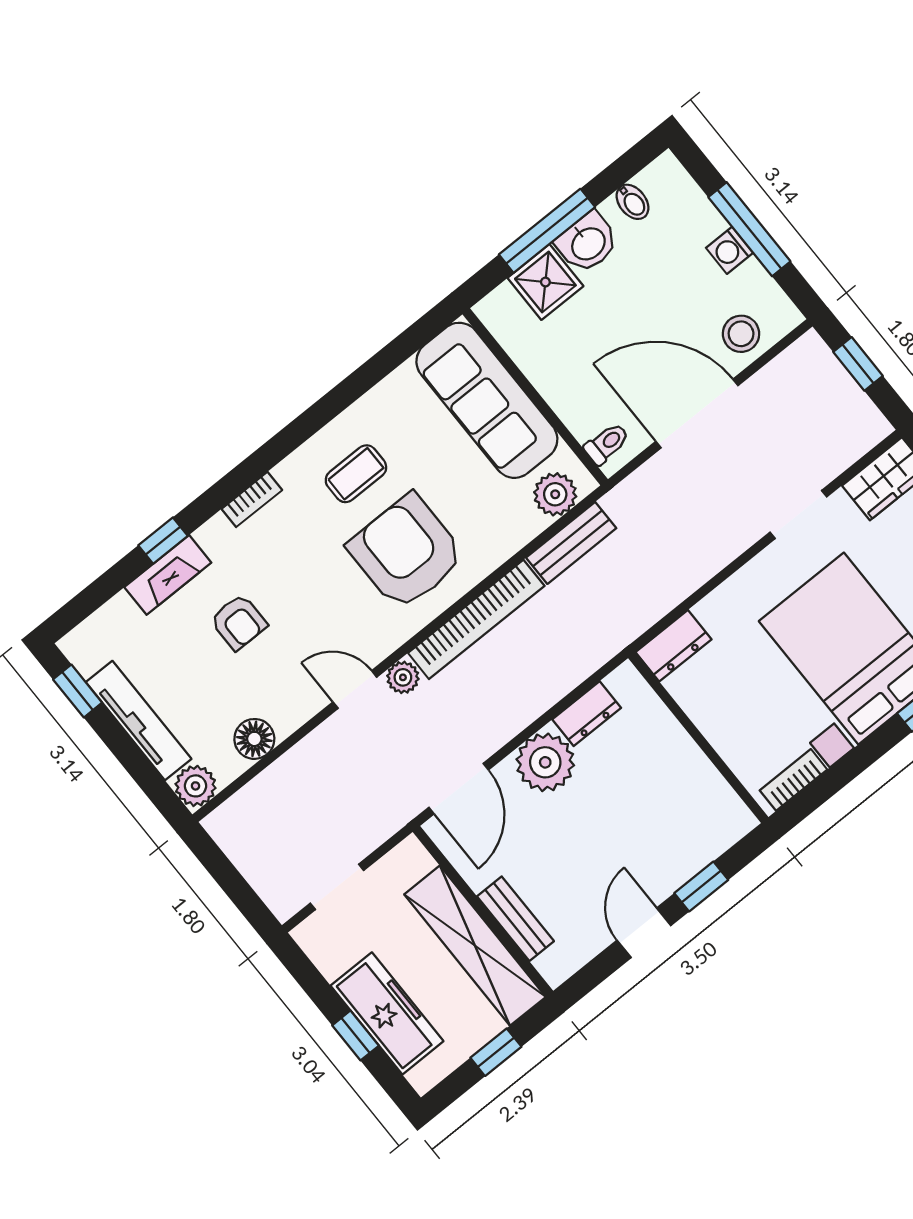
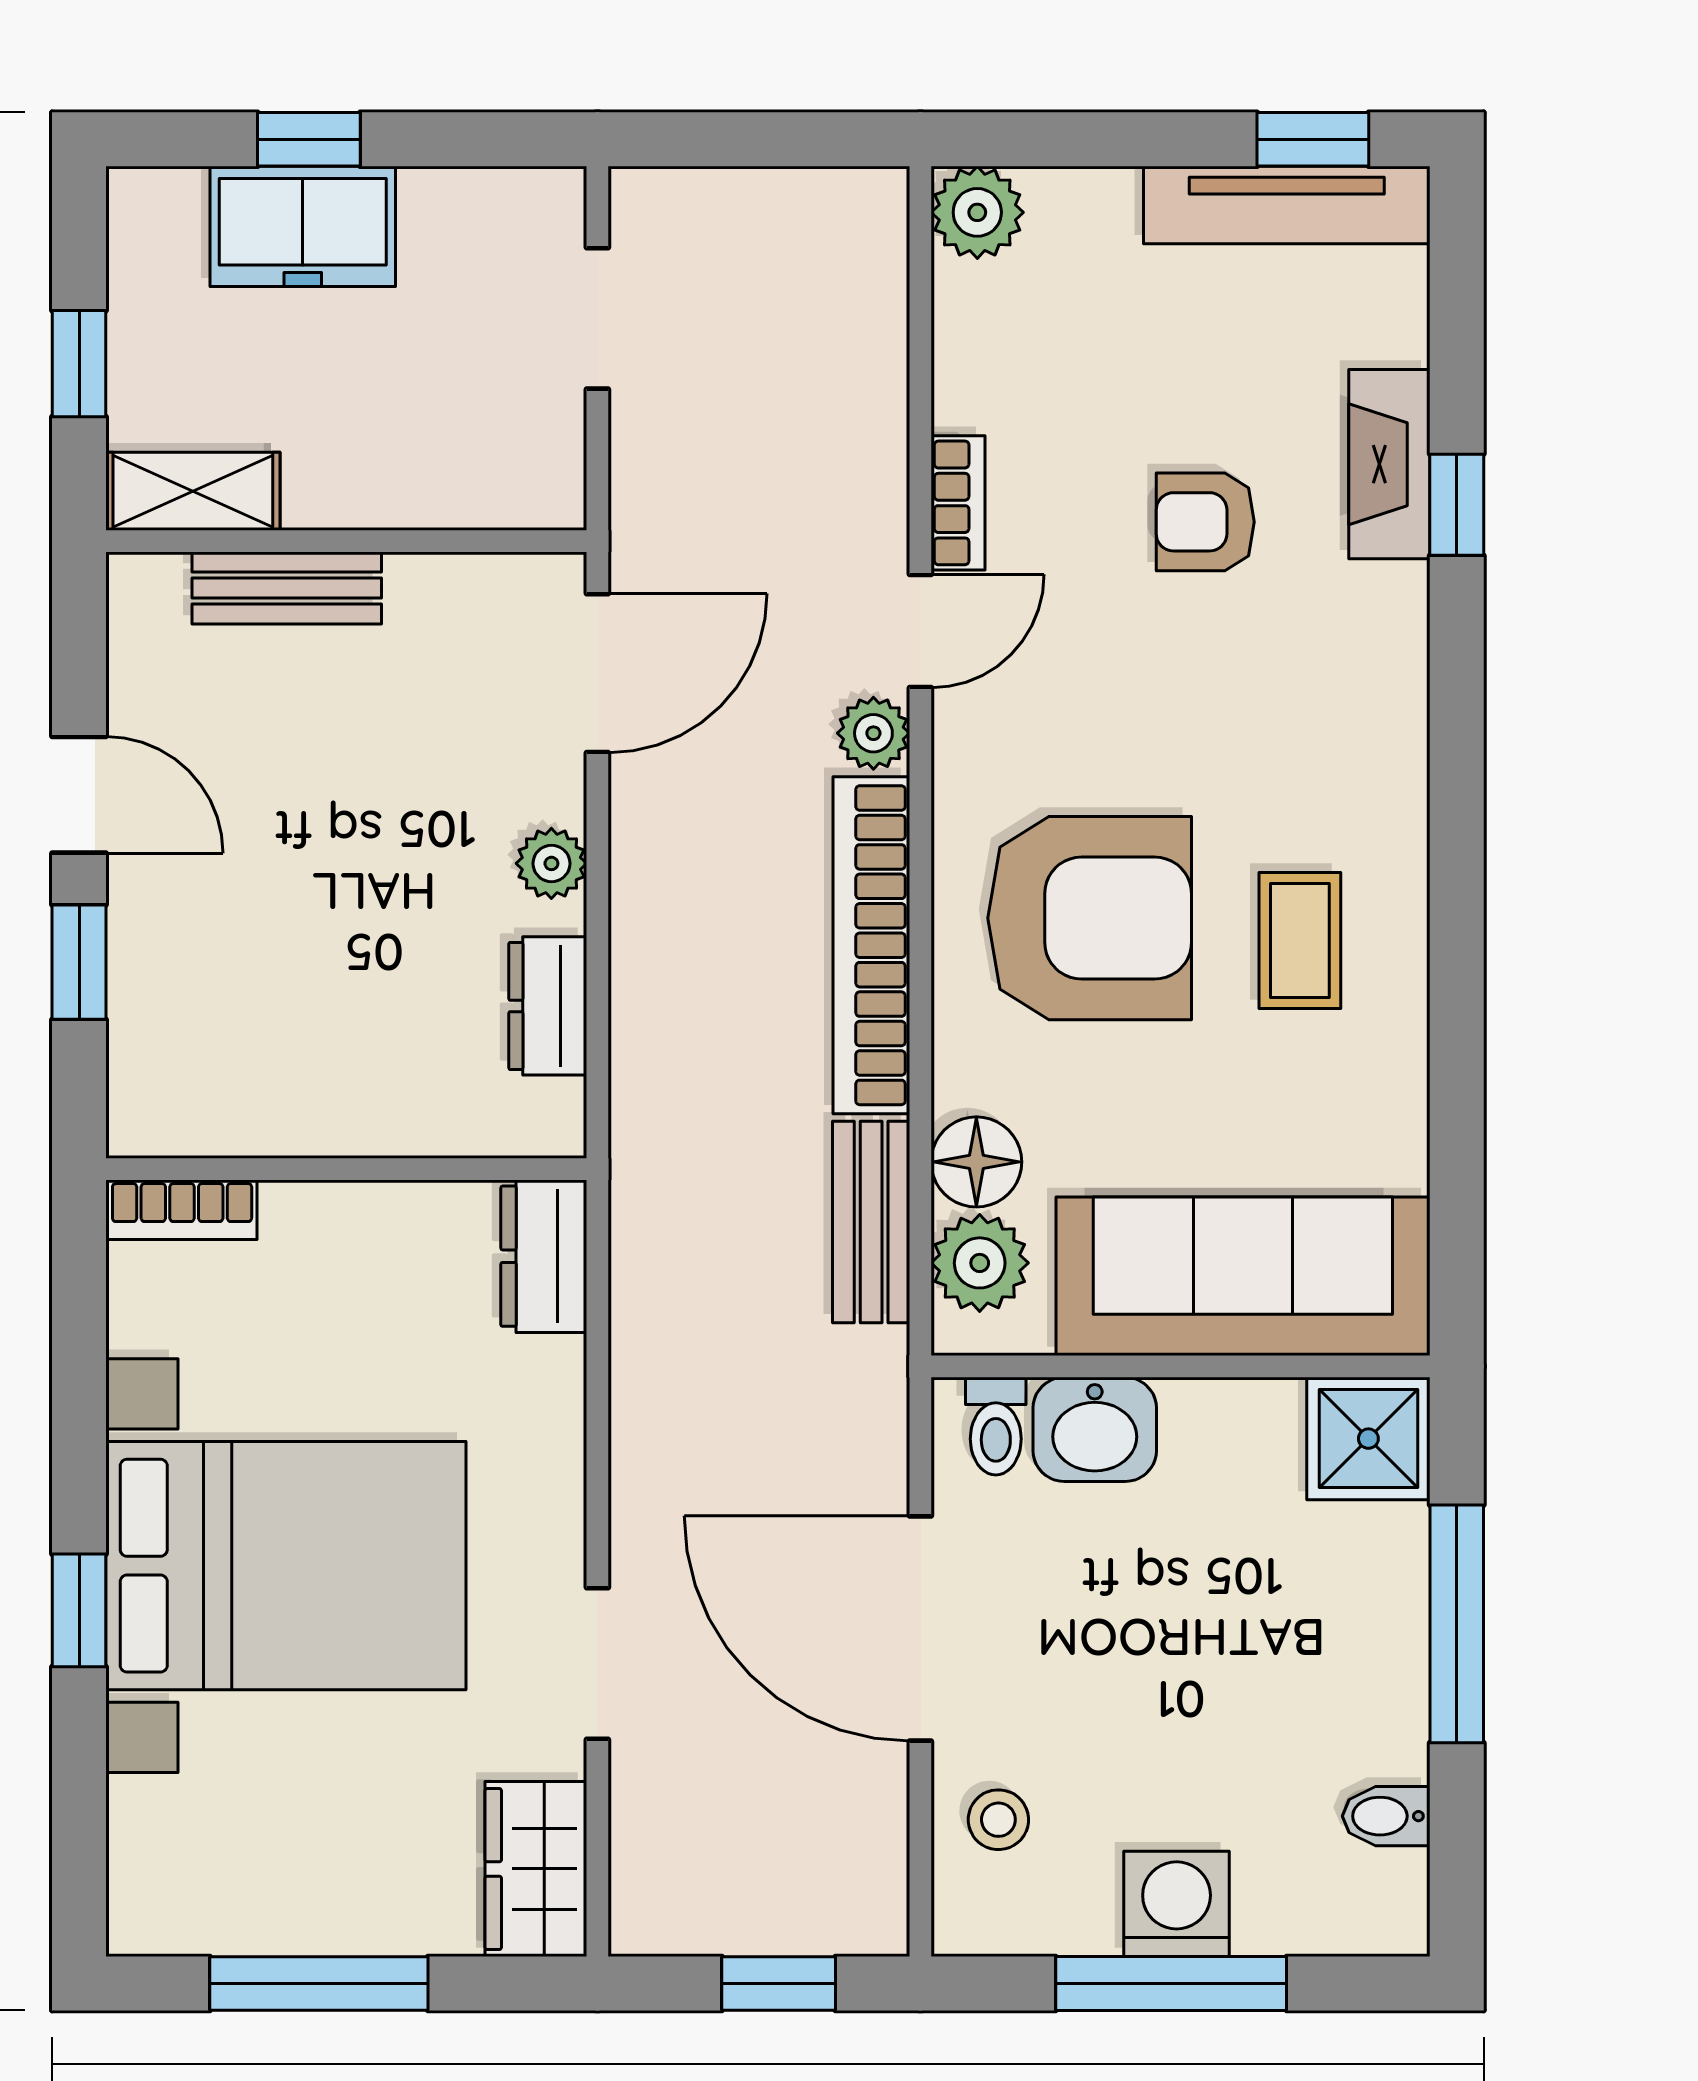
washbasin: (588, 243) -> (1095, 1429), moved, turned -90
washing machine: (730, 250) -> (1177, 1904), width x1.38, depth x1.38
shower: (545, 282) -> (1368, 1439), moved
stool: (741, 334) -> (998, 1820), width x0.73, depth x0.73
door: (697, 413) -> (920, 1628), swing flipped
bookcase: (252, 499) -> (958, 503), moved, turned 180
tv unit: (139, 721) -> (1287, 205), moved
floor lamp: (254, 739) -> (976, 1162), moved
plant: (545, 762) -> (551, 863), width x0.53, depth x0.53
bookcase: (793, 780) -> (182, 1210), moved, turned 90
door: (459, 789) -> (597, 673), swing flipped
shelving: (475, 946) -> (193, 491), width x0.45, depth x0.75
freezer: (387, 1013) -> (303, 226), width x0.71

